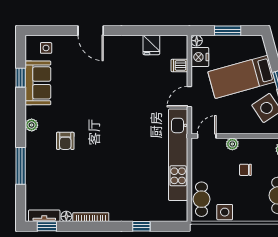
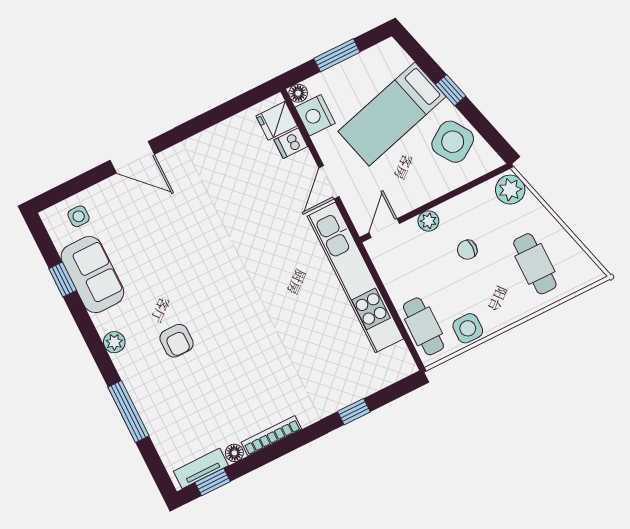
fridge: (151, 45) -> (277, 121), moved, turned 90

